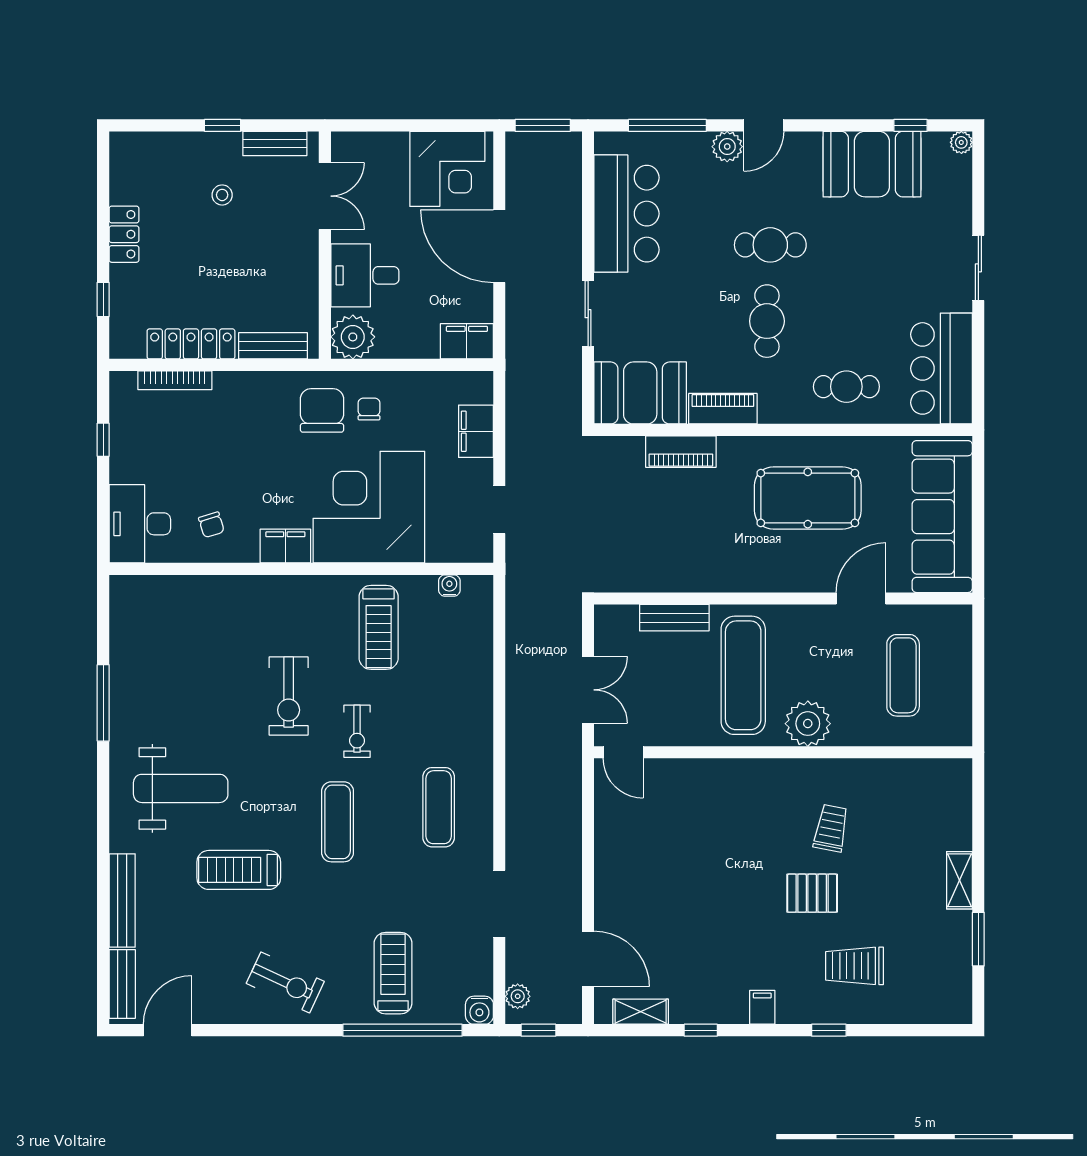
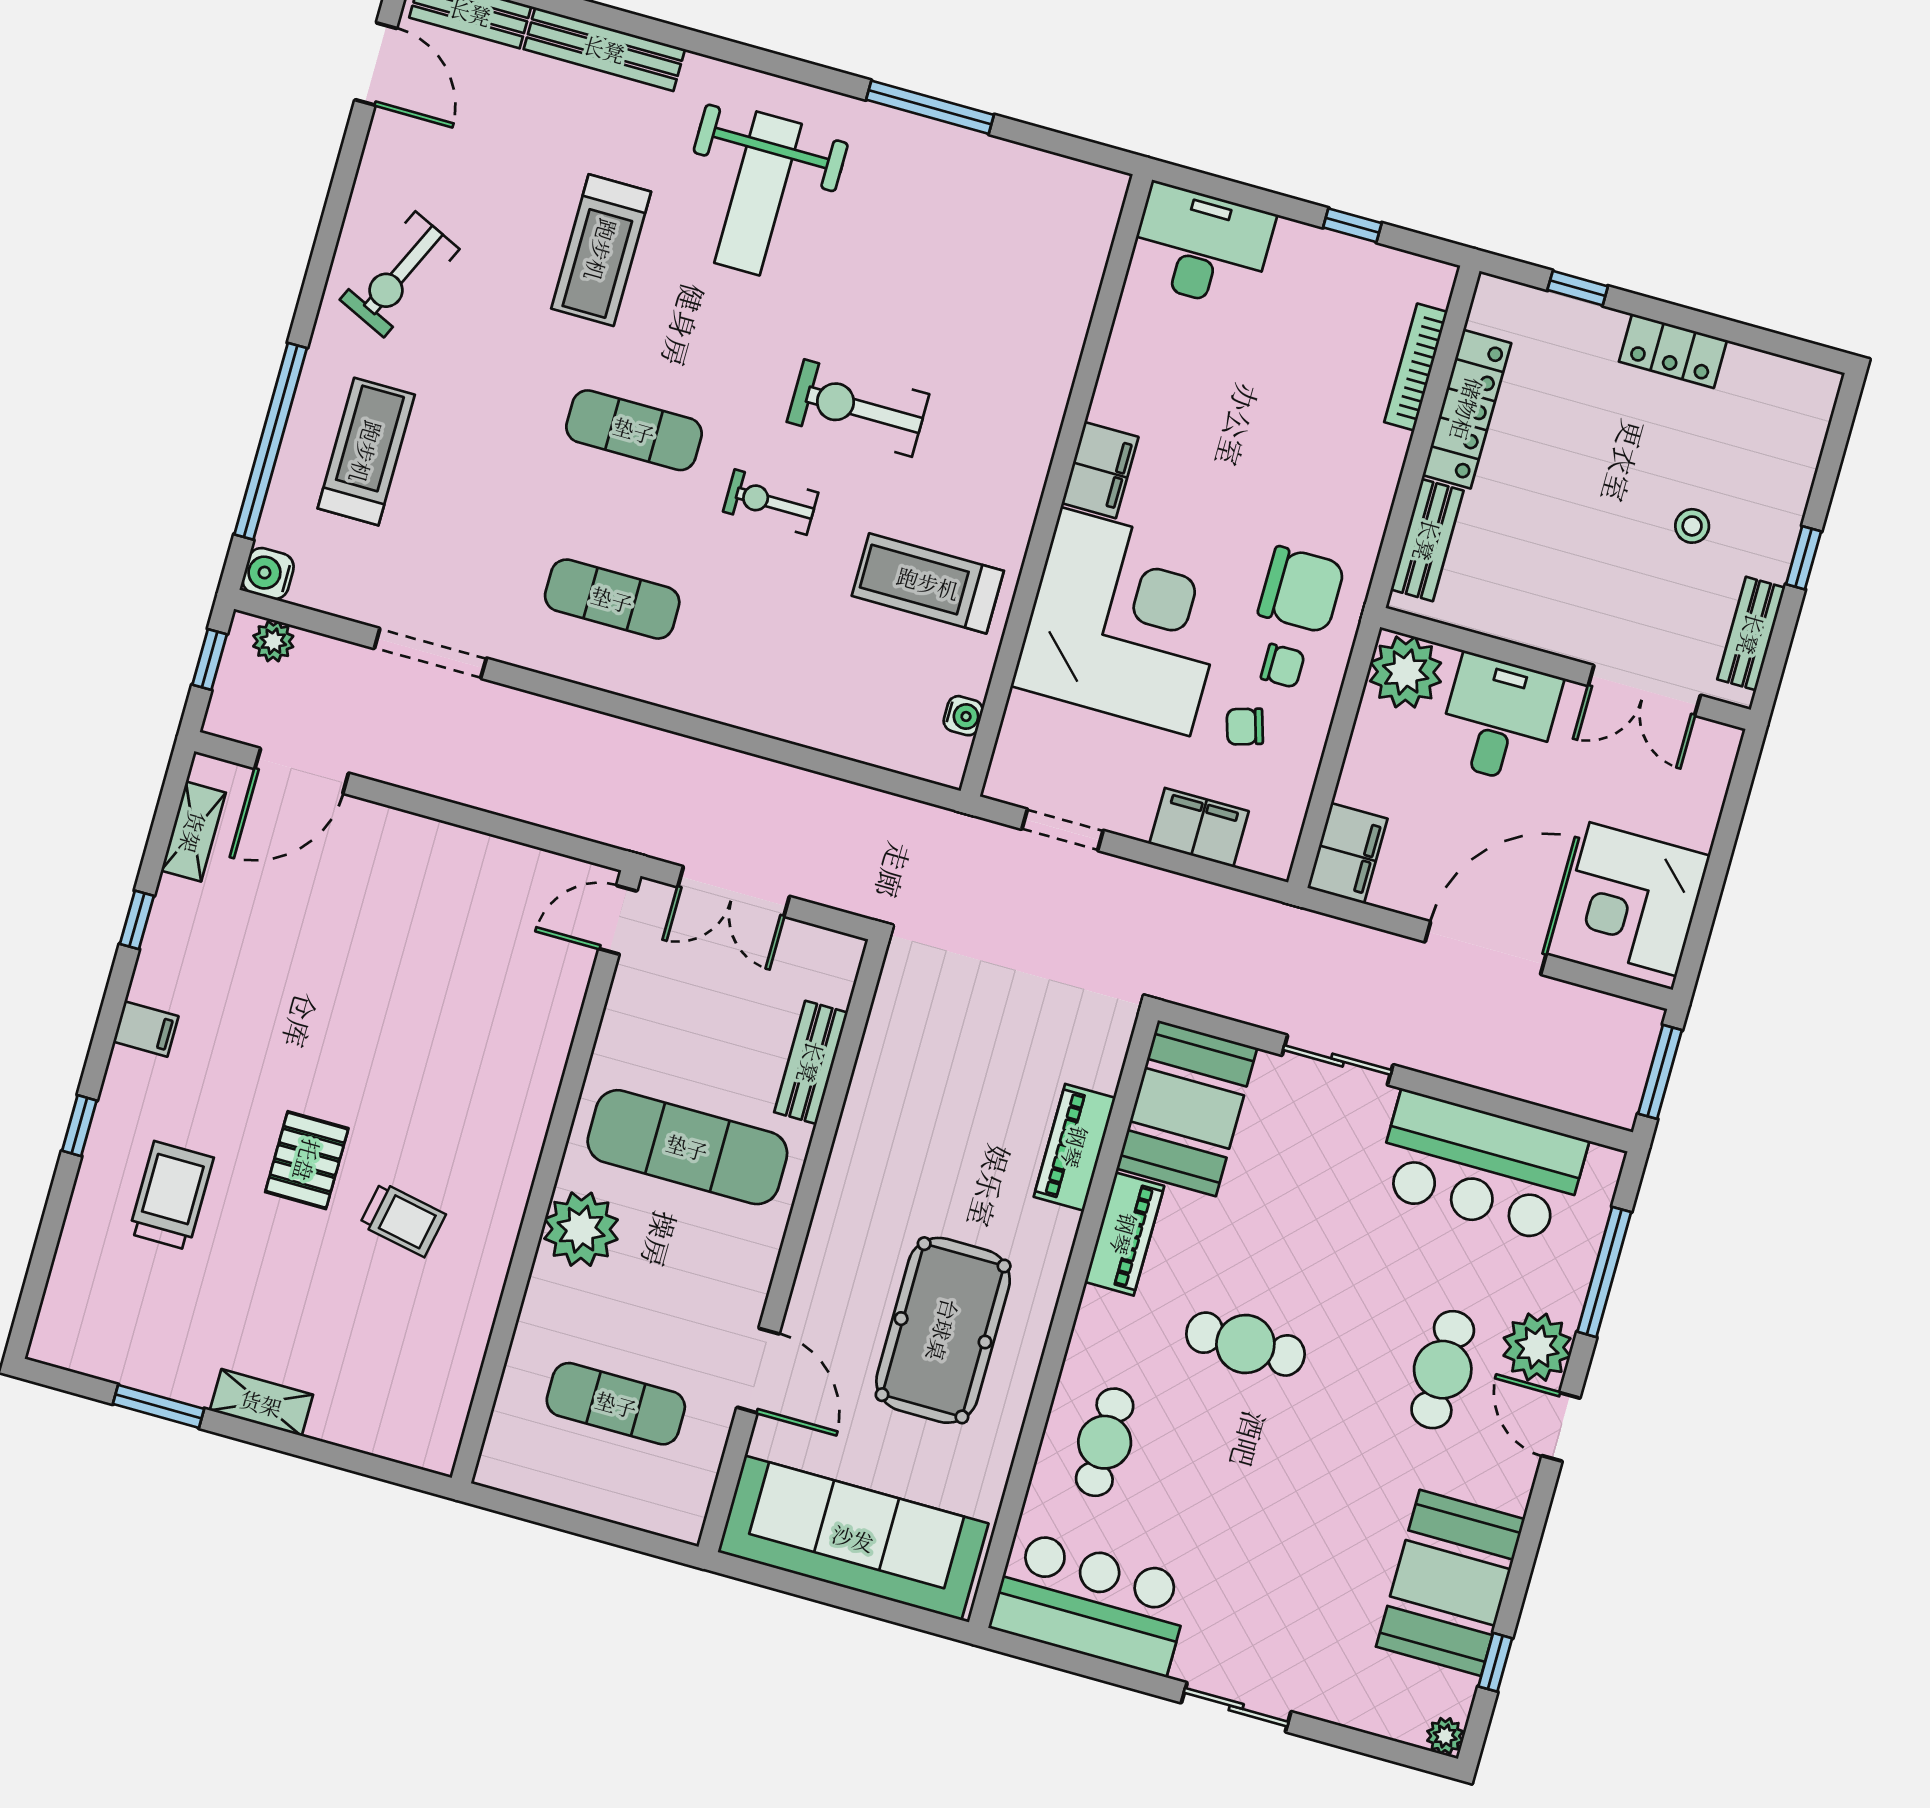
plant: (727, 147) -> (1537, 1347), width x1.36, depth x1.36
cafe table: (770, 245) -> (1443, 1370), moved
chair: (211, 525) -> (1245, 727), moved
treadmill: (239, 870) -> (601, 250), turned 180
treadmill: (393, 973) -> (366, 452), turned -90

